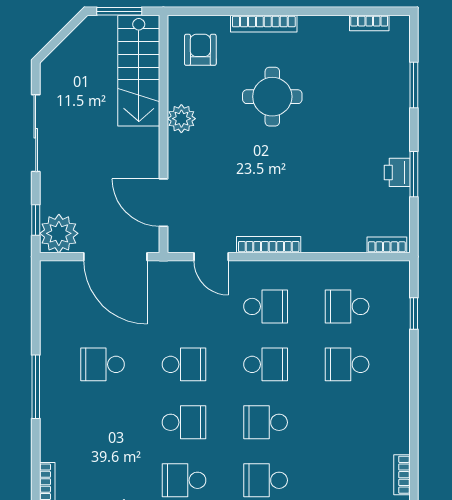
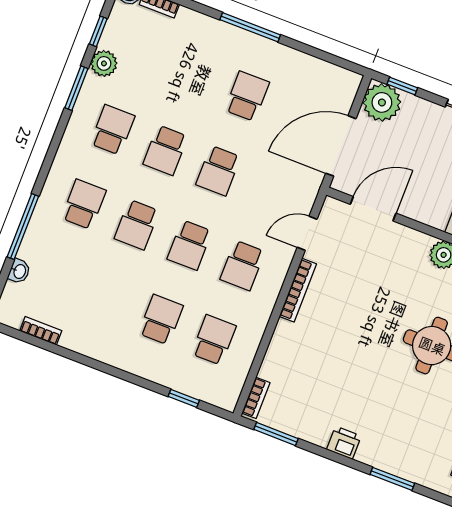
printer: (397, 172) -> (344, 443), moved
window: (414, 174) -> (276, 434), moved
school desk: (266, 422) -> (137, 225), turned 180

